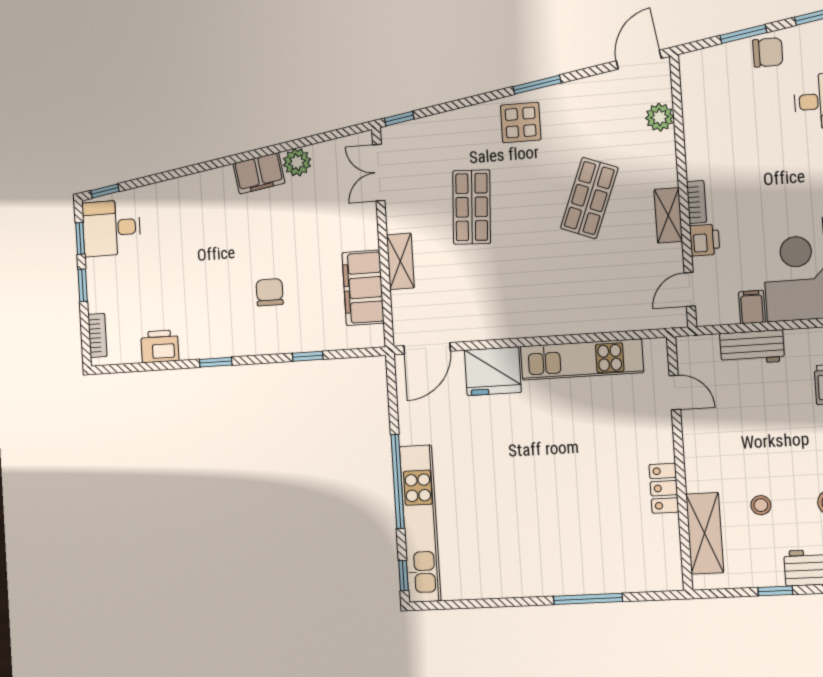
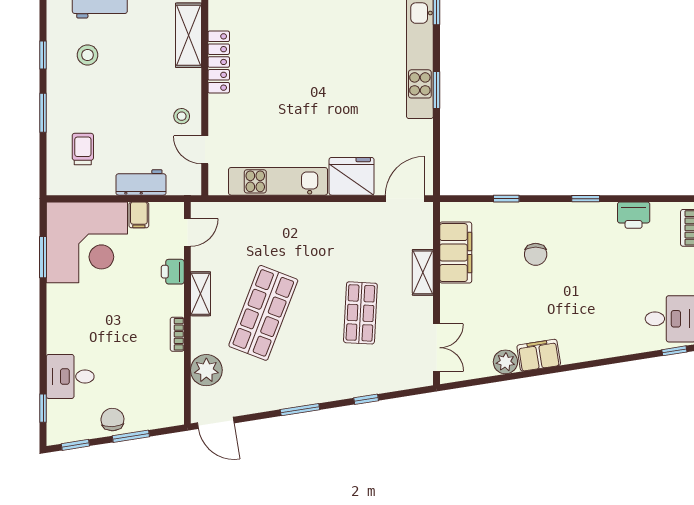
chair: (768, 52) -> (112, 420), turned 87
door: (639, 60) -> (216, 423), hinge flipped
plant: (660, 117) -> (206, 370), width x1.36, depth x1.36
window: (399, 119) -> (366, 399), moved
display table: (521, 122) -> (316, 380), removed
shop shelf: (589, 198) -> (263, 313), width x1.43, depth x1.36
bookcase: (697, 202) -> (177, 334), moved
window: (398, 481) -> (436, 90), width x0.47
locker: (664, 488) -> (219, 62), width x1.53
stool: (761, 505) -> (182, 116), moved

